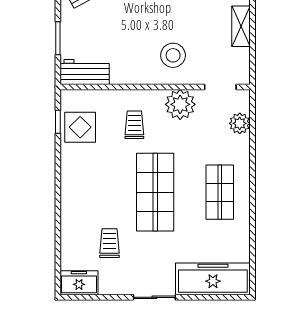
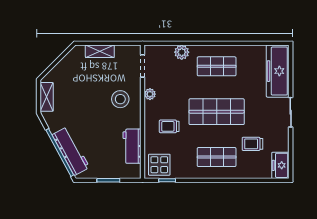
workbench: (85, 72) -> (132, 146), moved
plant: (180, 104) -> (150, 94), width x0.53, depth x0.53
plant: (240, 123) -> (182, 52), moved
display table: (80, 127) -> (159, 165), moved
shop shelf: (91, 192) -> (217, 157), added

